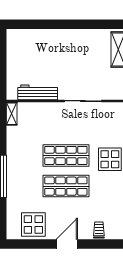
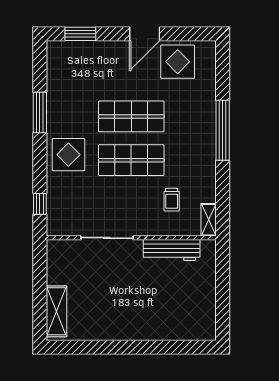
trolley: (99, 230) -> (172, 200), moved
door: (67, 244) -> (145, 34), moved
window: (102, 244) -> (80, 34), added

